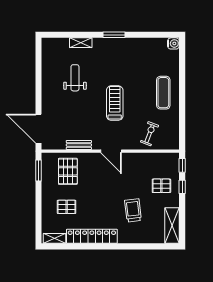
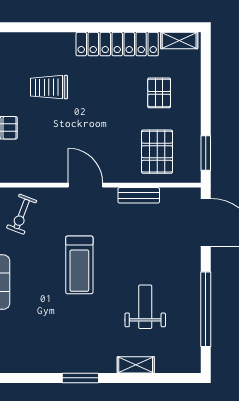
window: (38, 76) -> (206, 309), added
weight bench: (75, 78) -> (145, 307), turned 180
pallet: (67, 207) -> (159, 93), turned 90
trolley: (133, 210) -> (49, 87), turned 97

